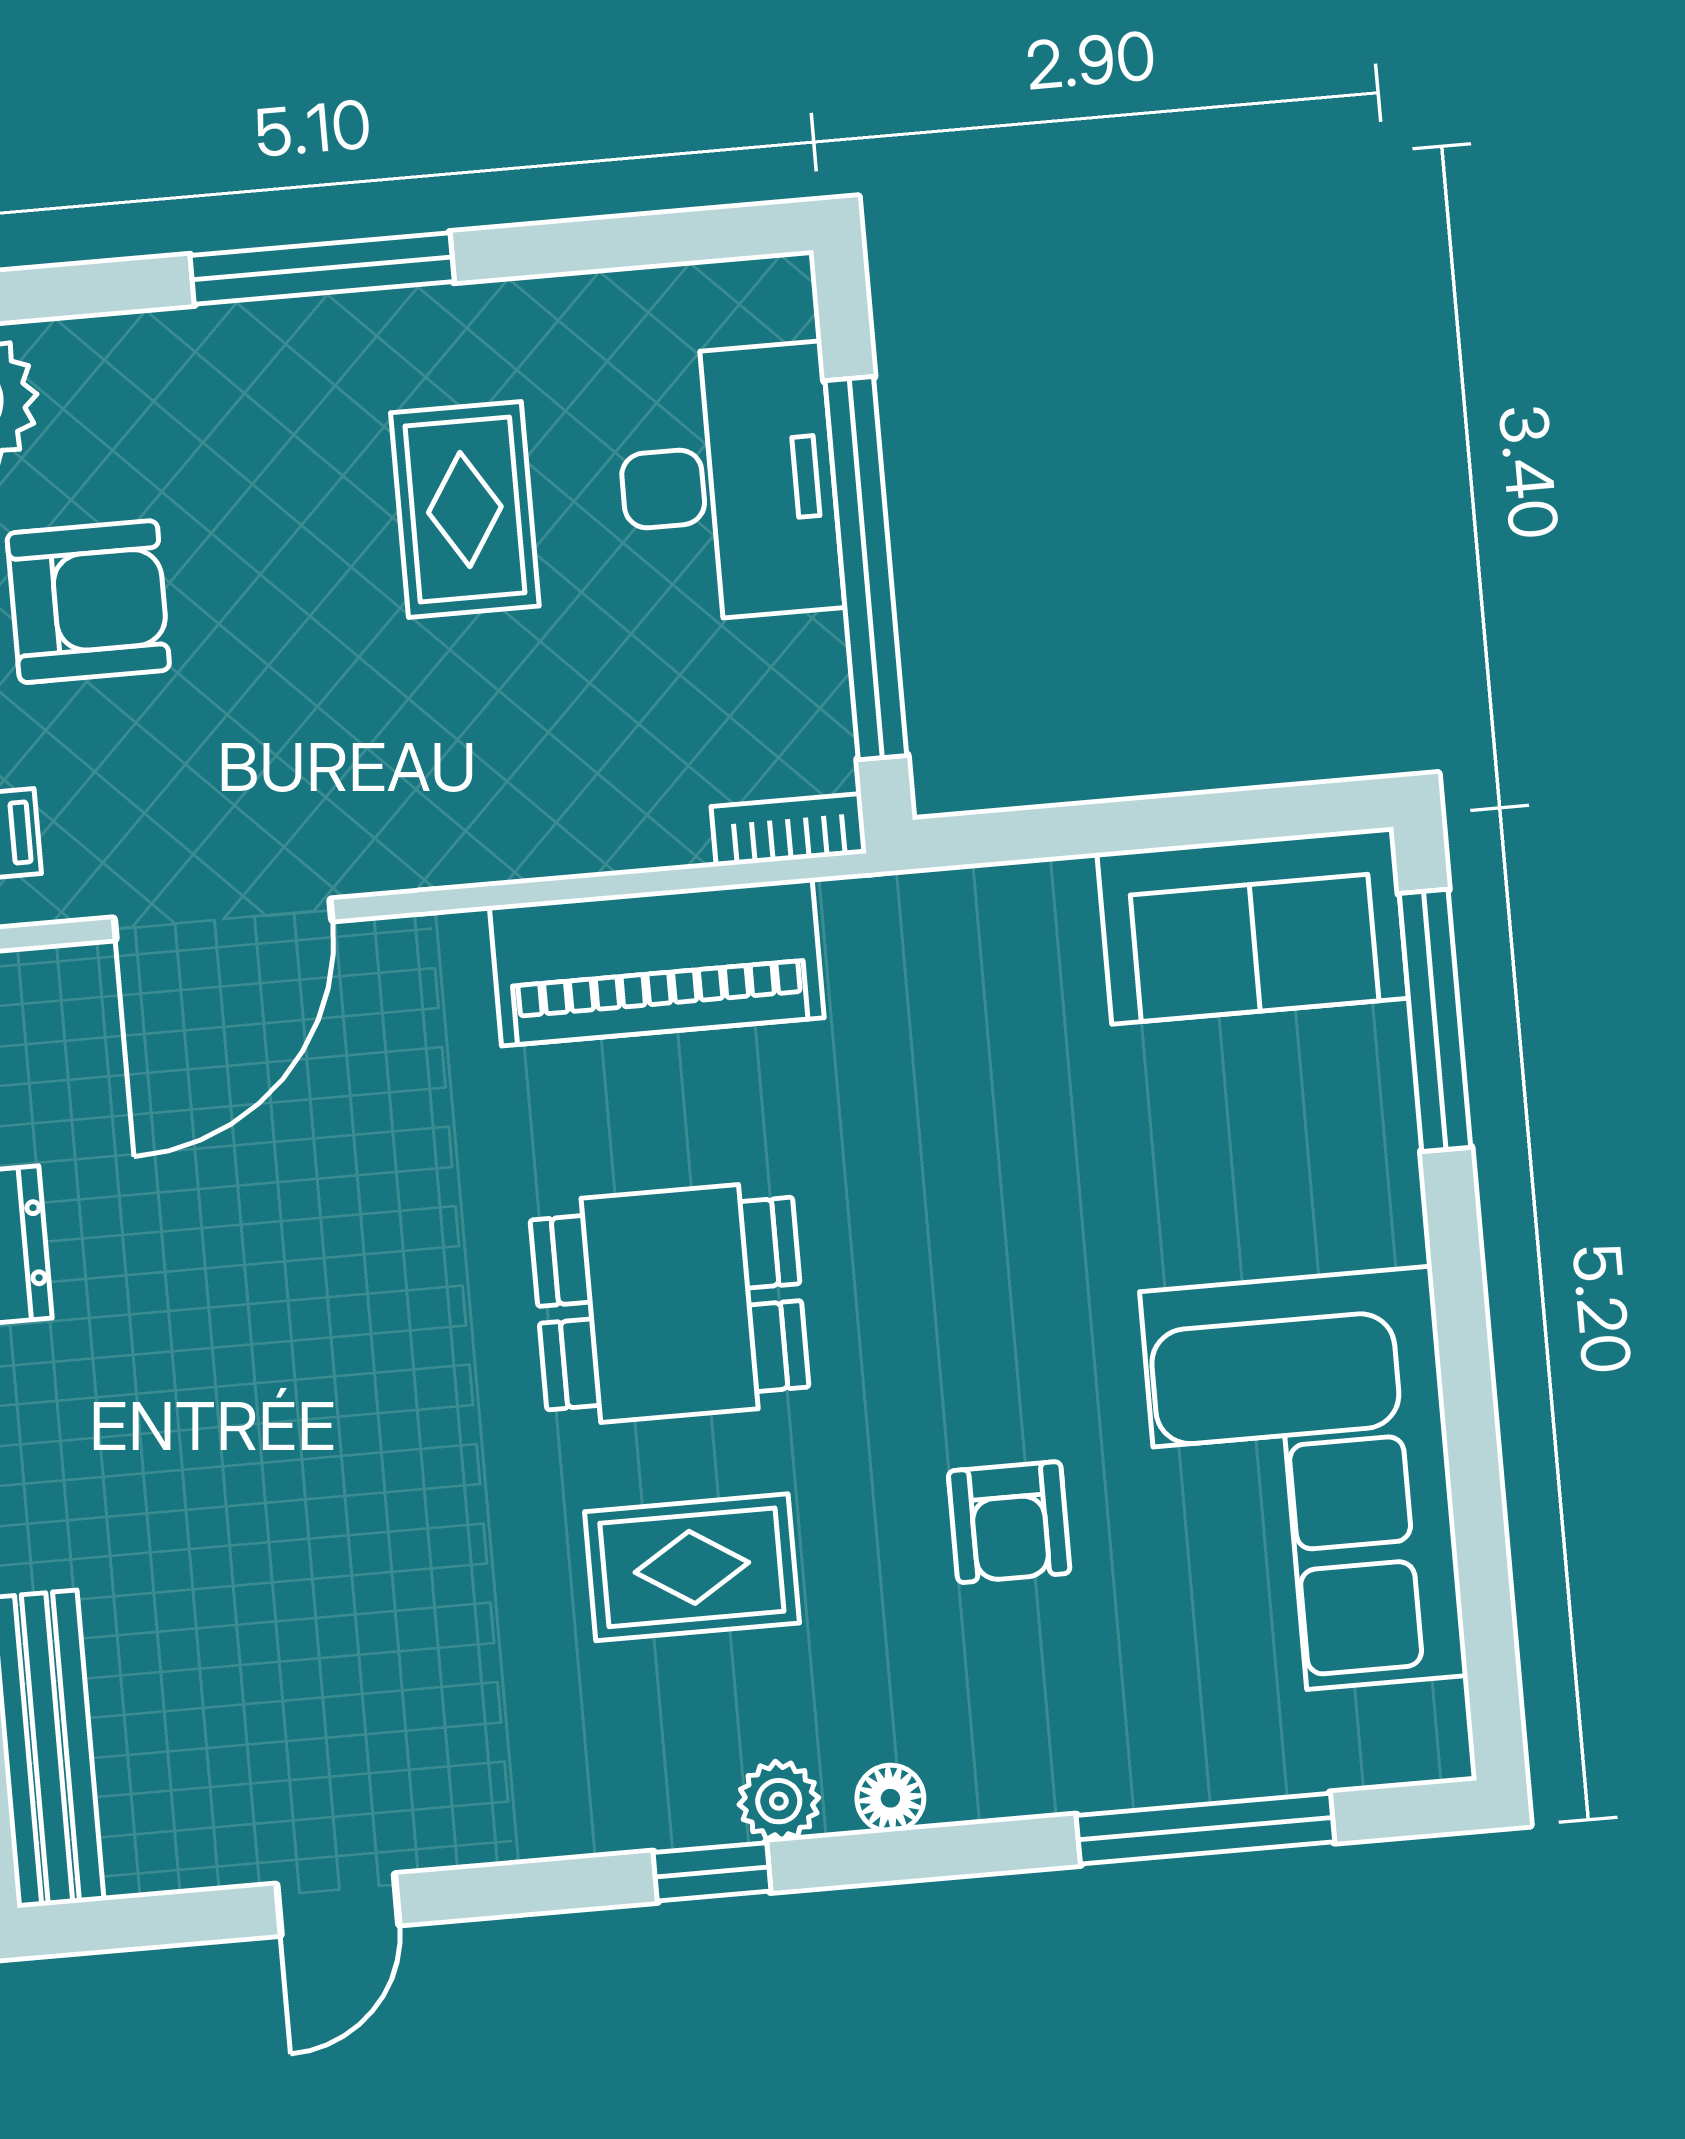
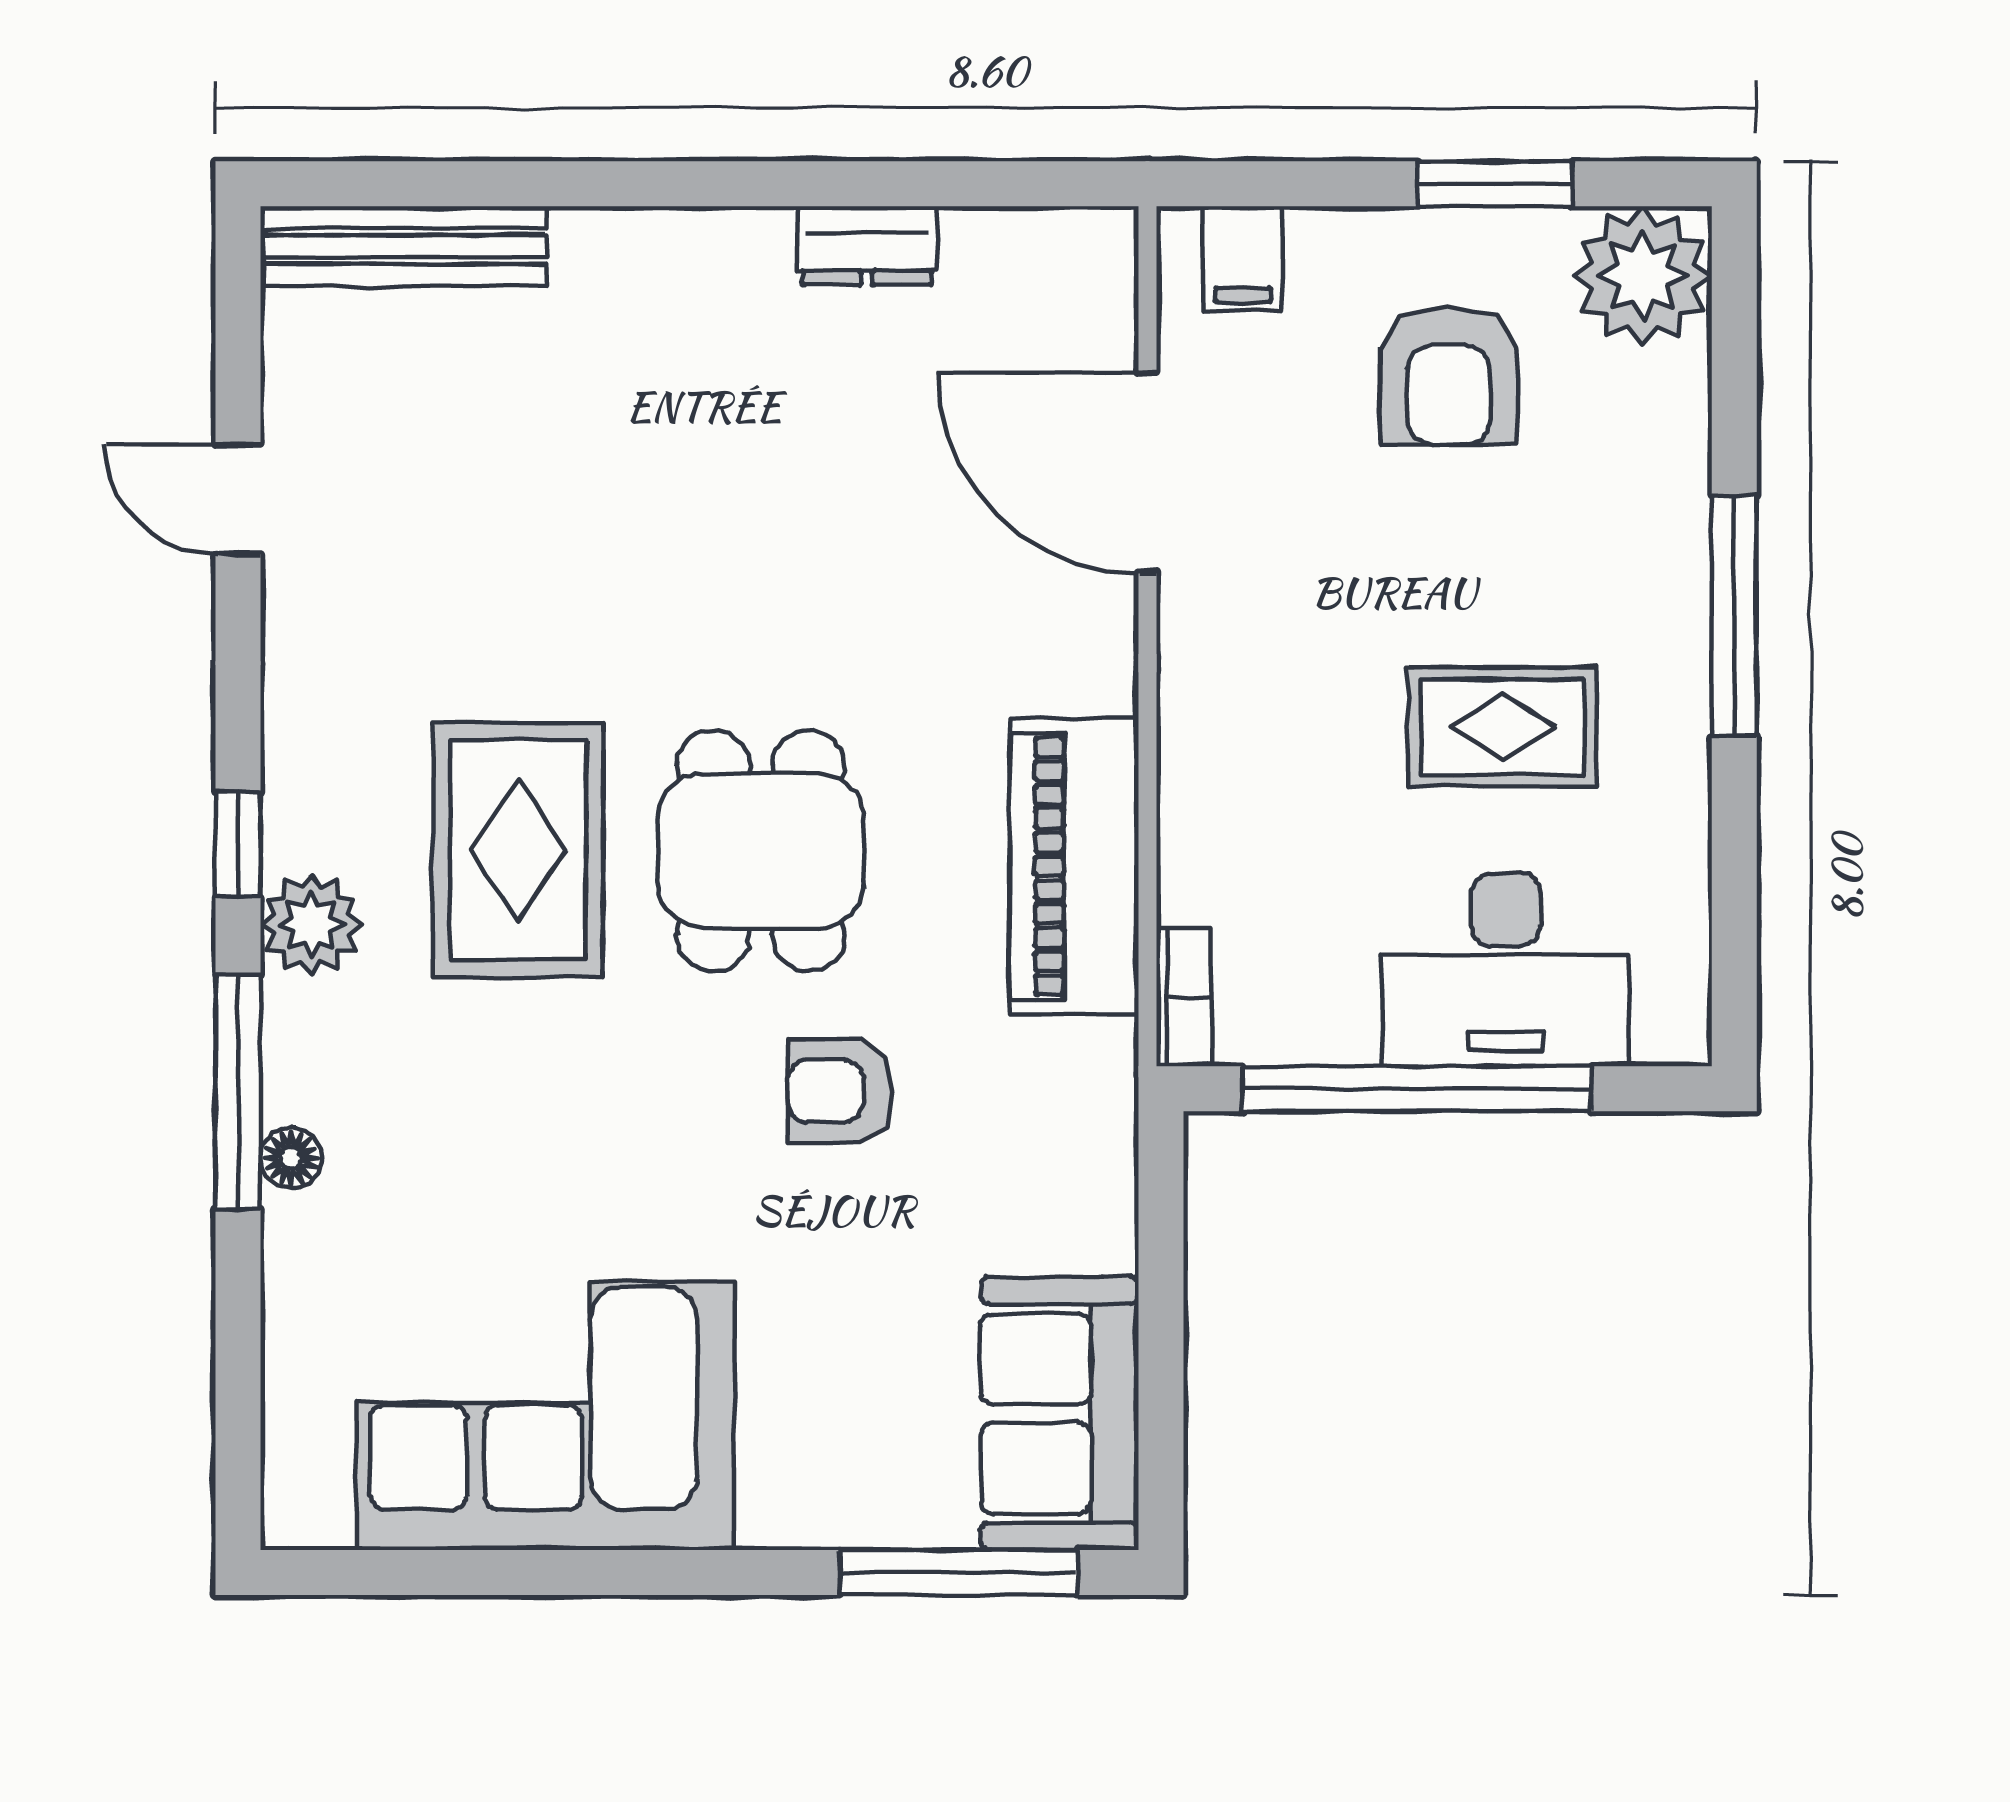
armchair: (1009, 1522) -> (840, 1091), moved
rug: (692, 1567) -> (518, 850), width x1.36, depth x1.43
floor lamp: (890, 1798) -> (291, 1158), moved
plant: (779, 1801) -> (311, 924), width x1.38, depth x1.38
window: (1205, 1829) -> (238, 1092), moved

